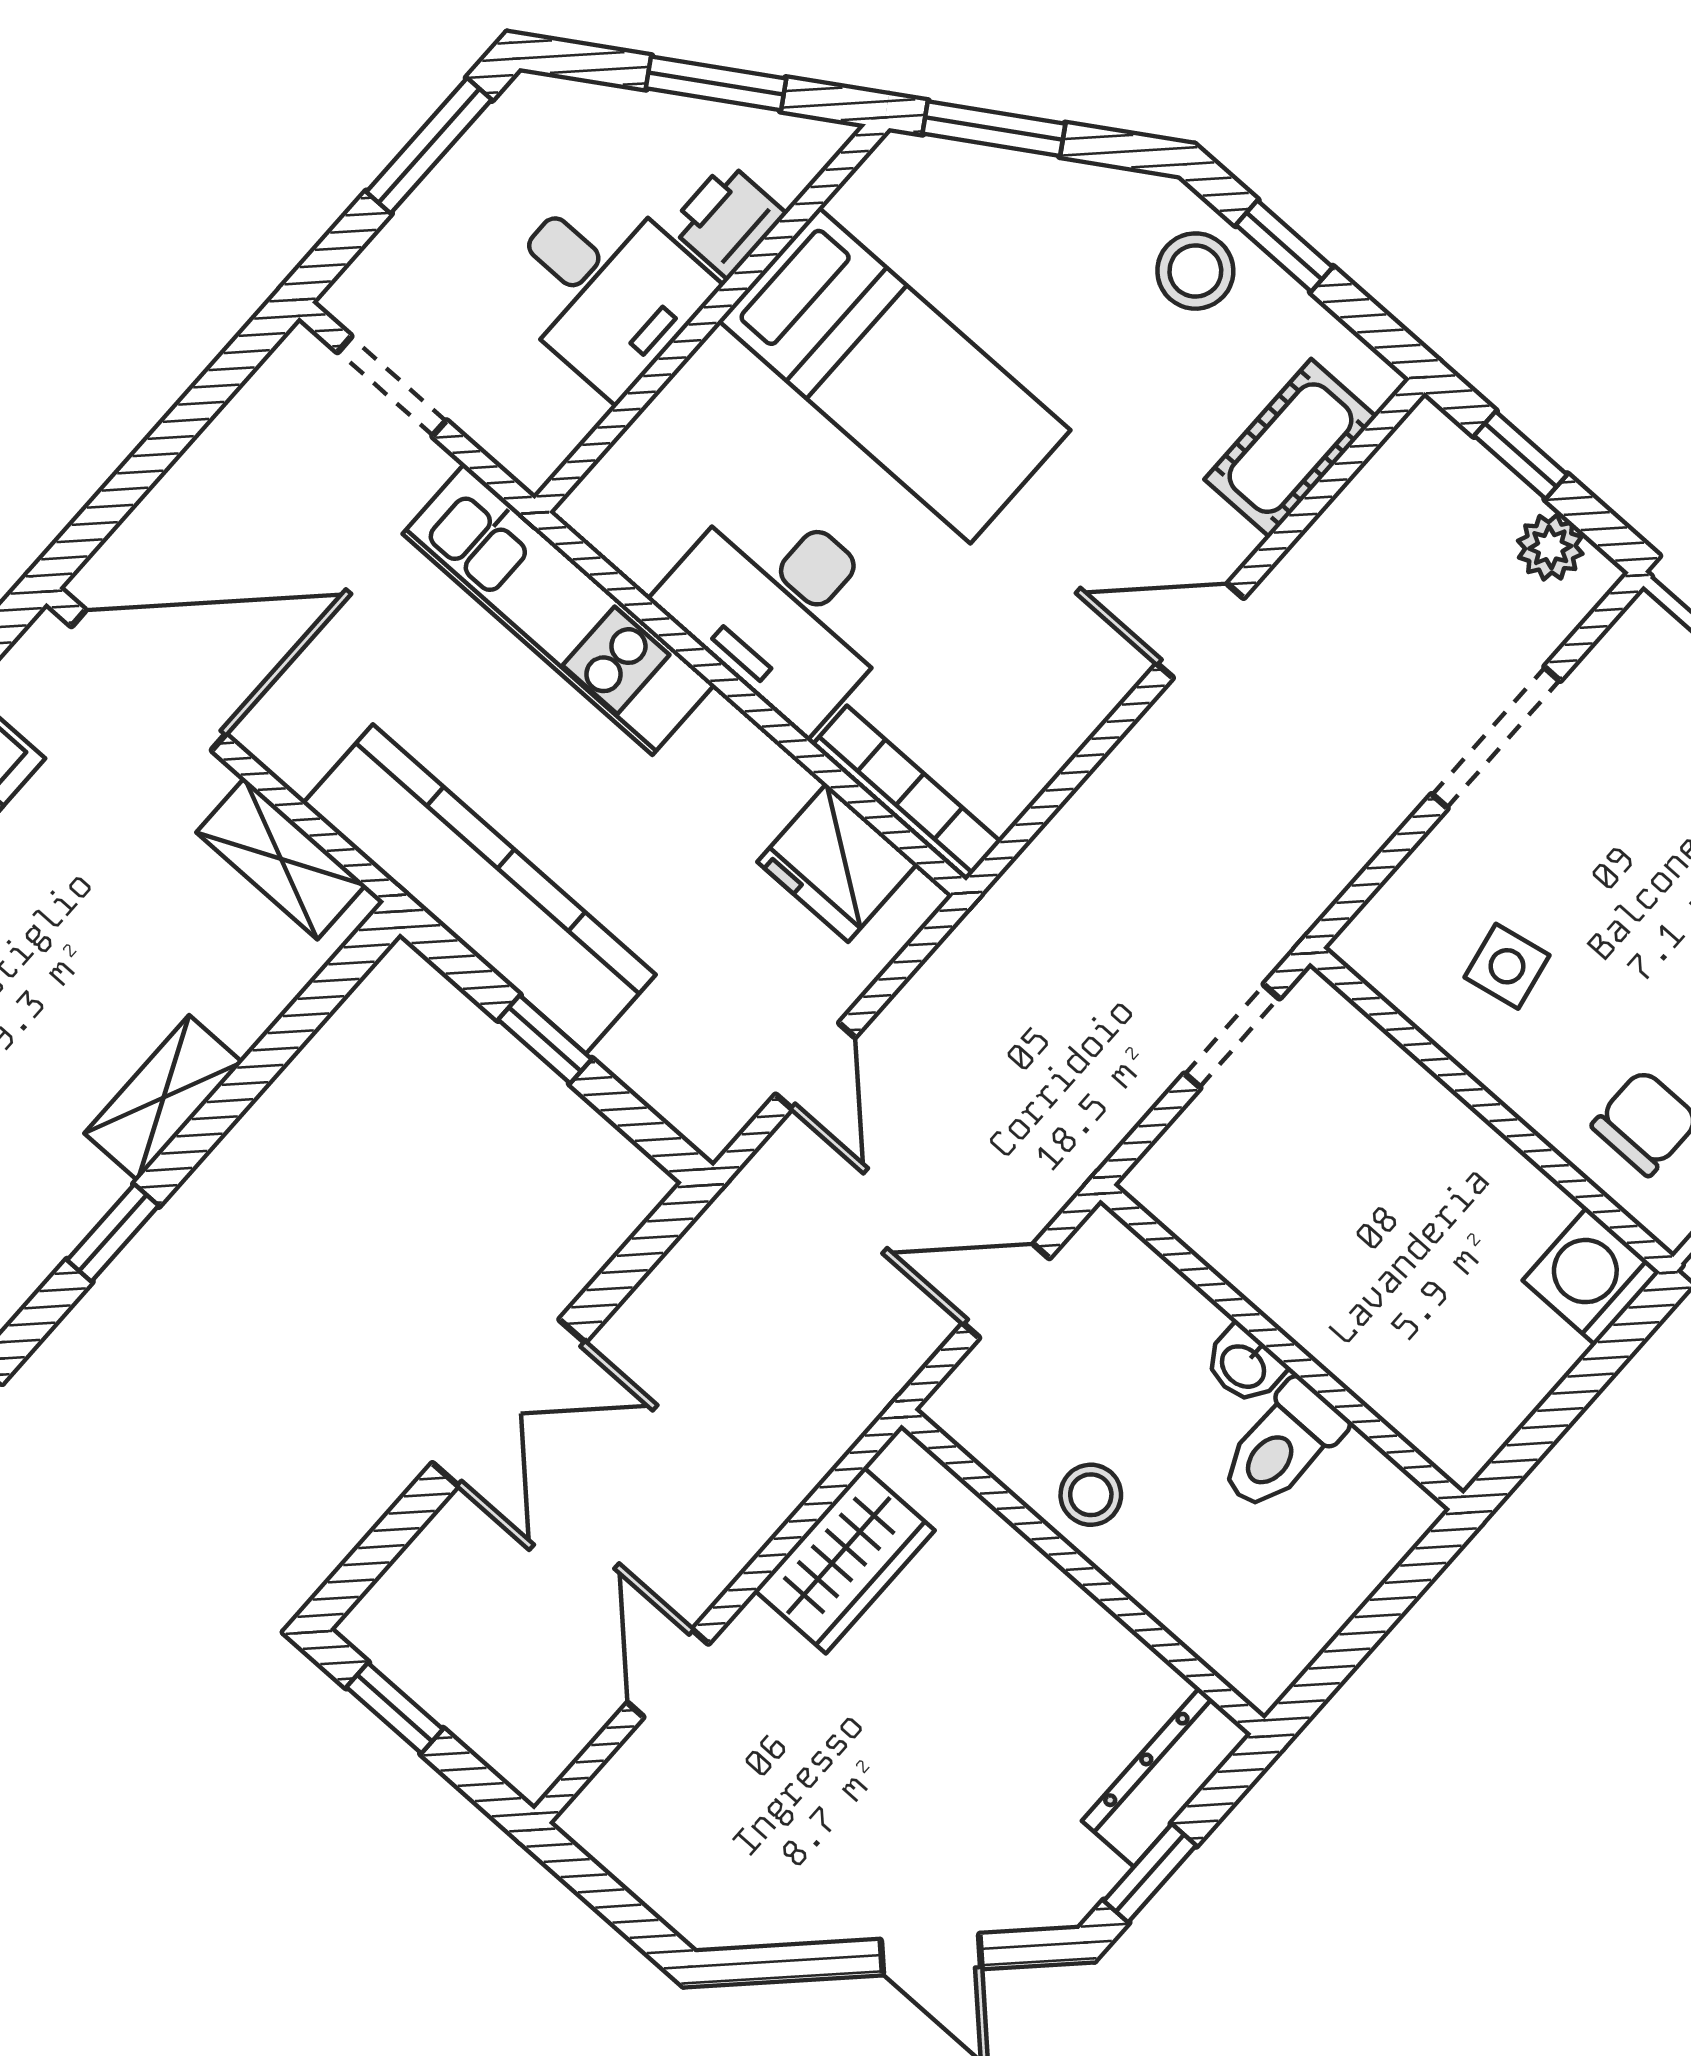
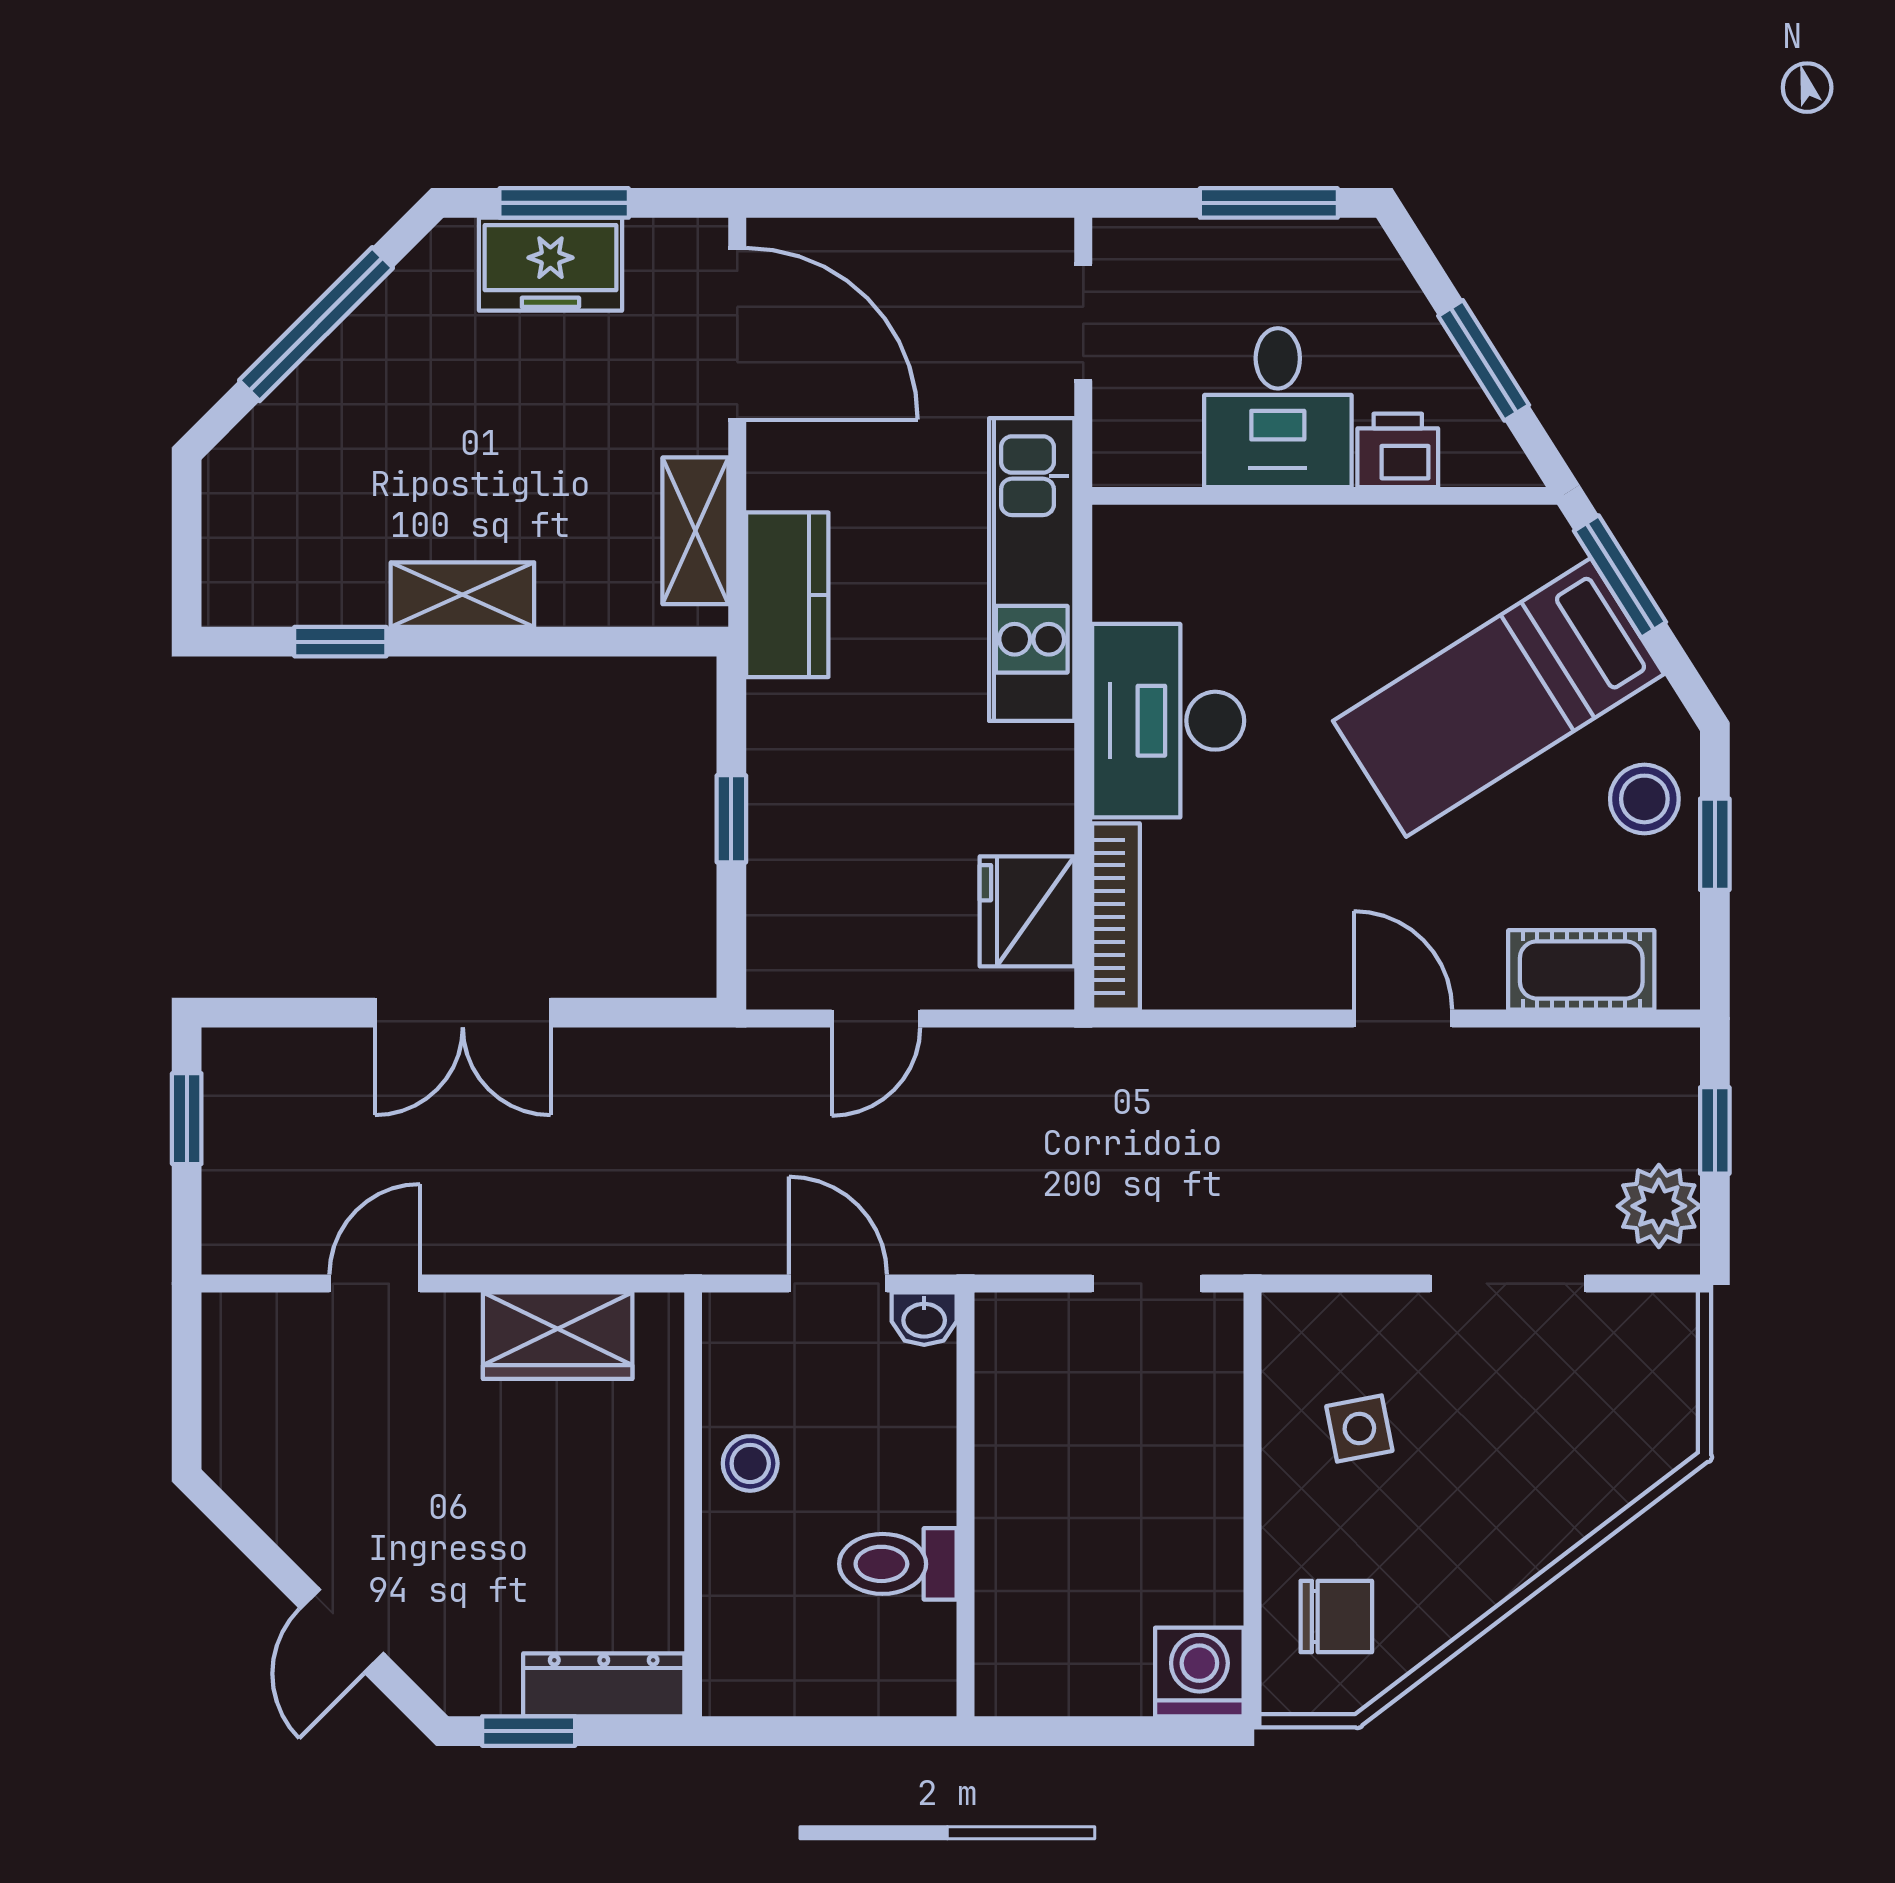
bed: (895, 375) -> (1499, 697), moved, turned 58
plant: (1550, 547) -> (1659, 1206), width x1.38, depth x1.38
kitchen counter: (479, 889) -> (787, 595), width x0.48, depth x0.86
washbasin: (1244, 1365) -> (924, 1319), moved, turned -90

